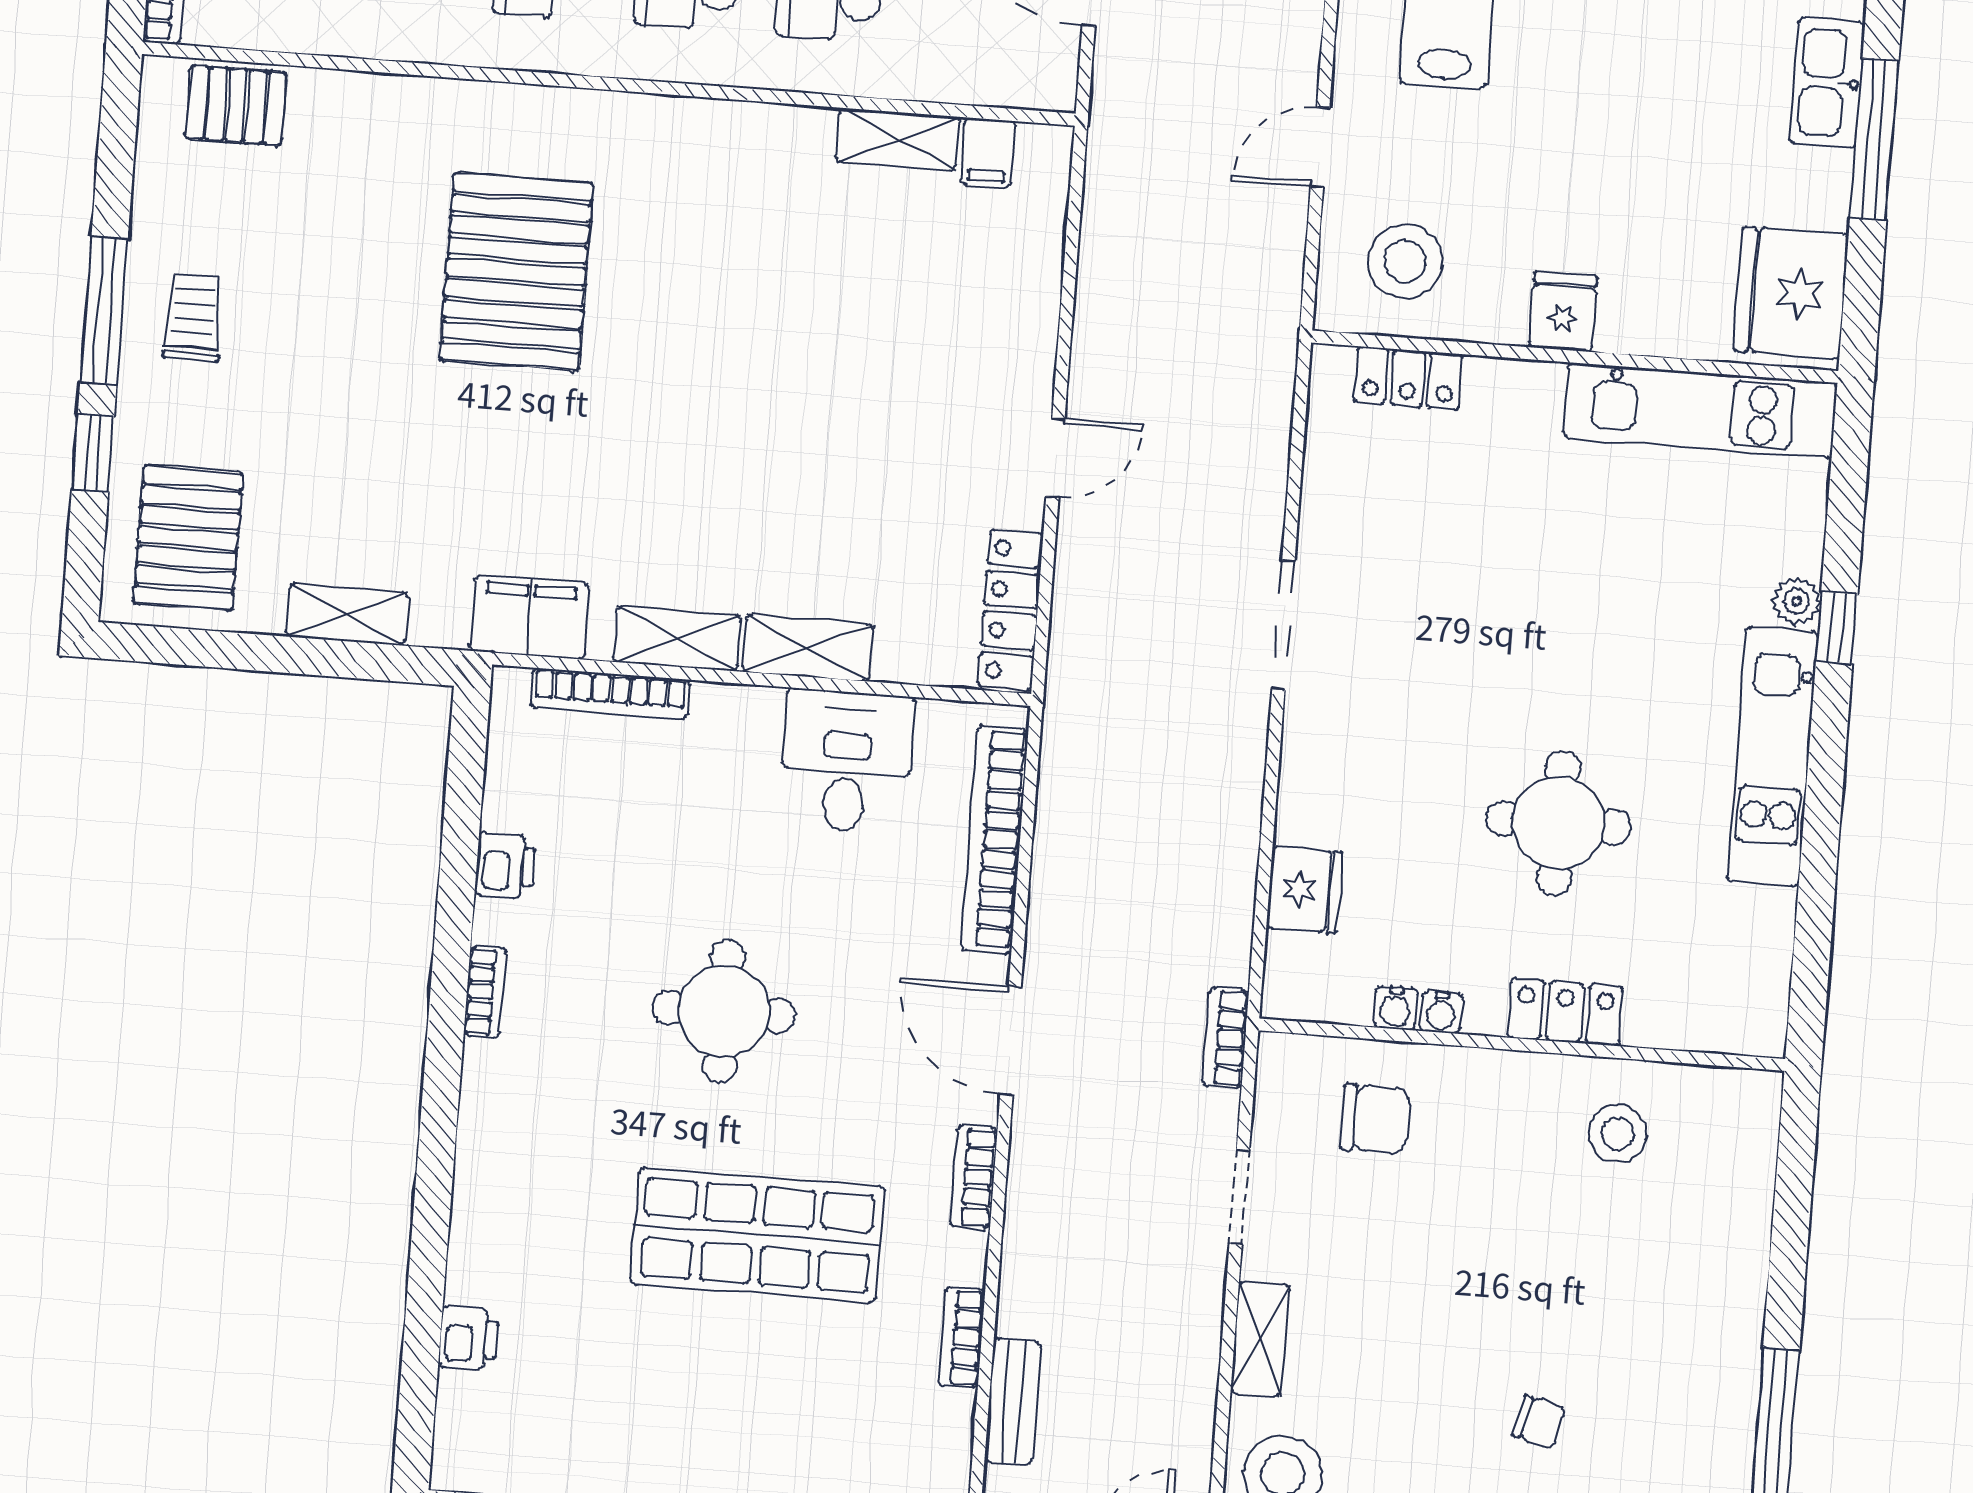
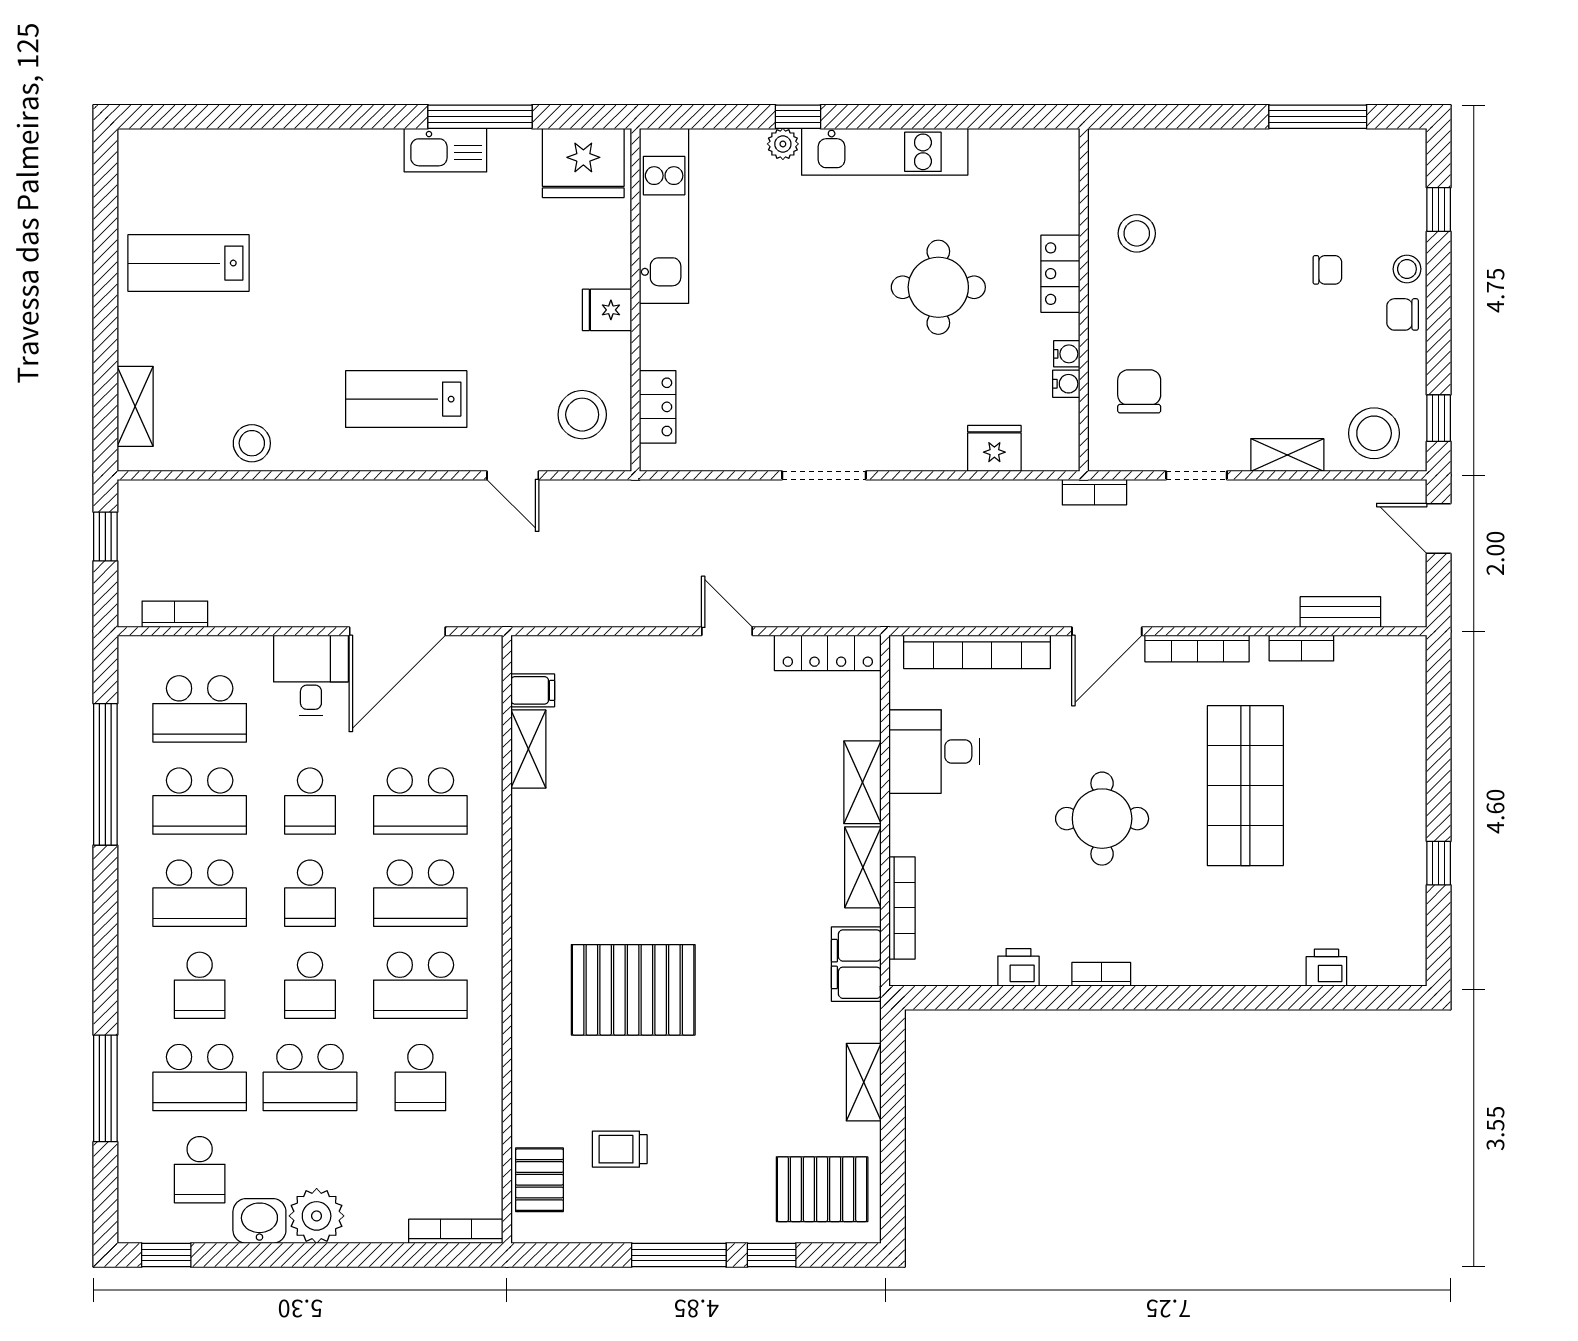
trolley: (194, 318) -> (620, 1149), moved
bookcase: (974, 1177) -> (1197, 649), width x1.56
chair: (1539, 1422) -> (1327, 270), turned 76

